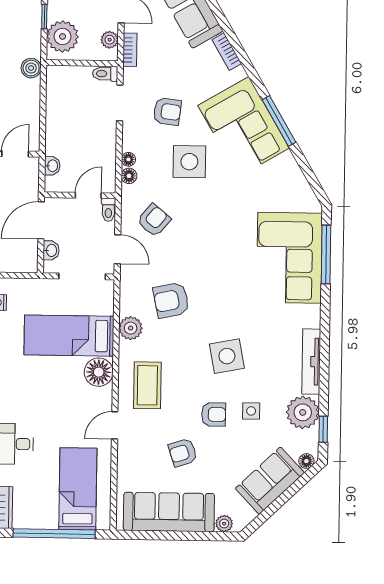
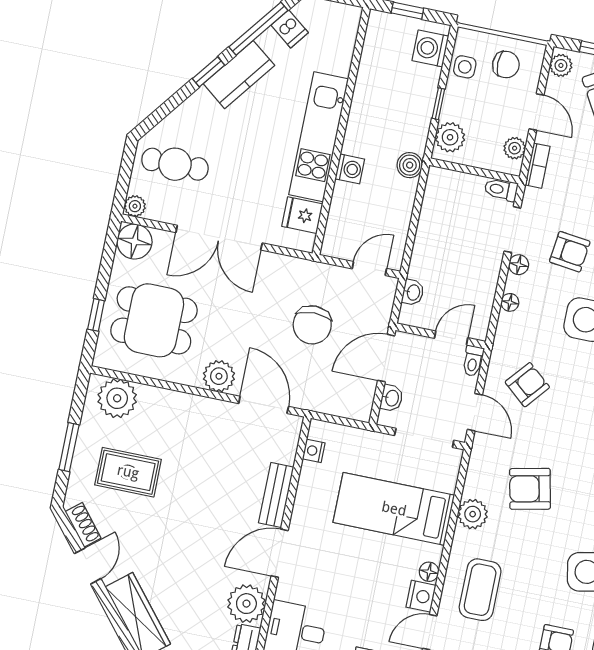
plant: (63, 37) -> (450, 137), width x0.73, depth x0.73
floor lamp: (129, 176) -> (519, 265), moved
floor lamp: (99, 372) -> (429, 572), width x0.53, depth x0.53
nightstand: (103, 399) -> (421, 596), added

